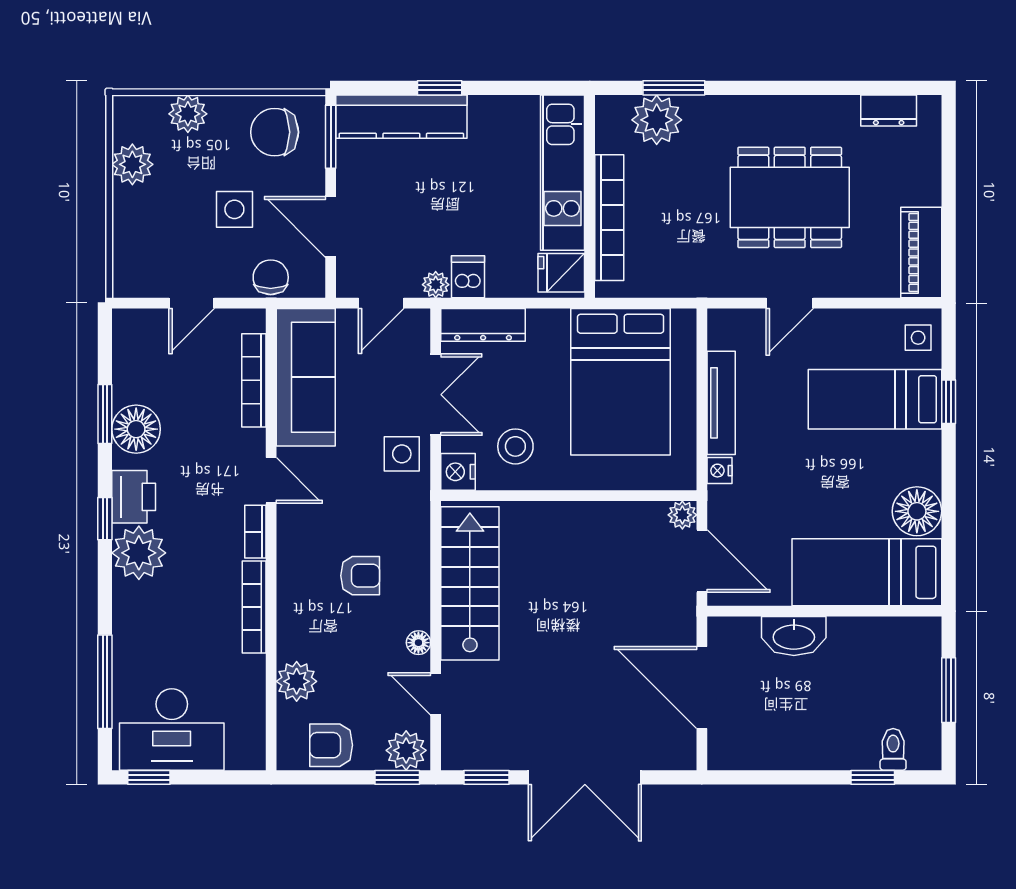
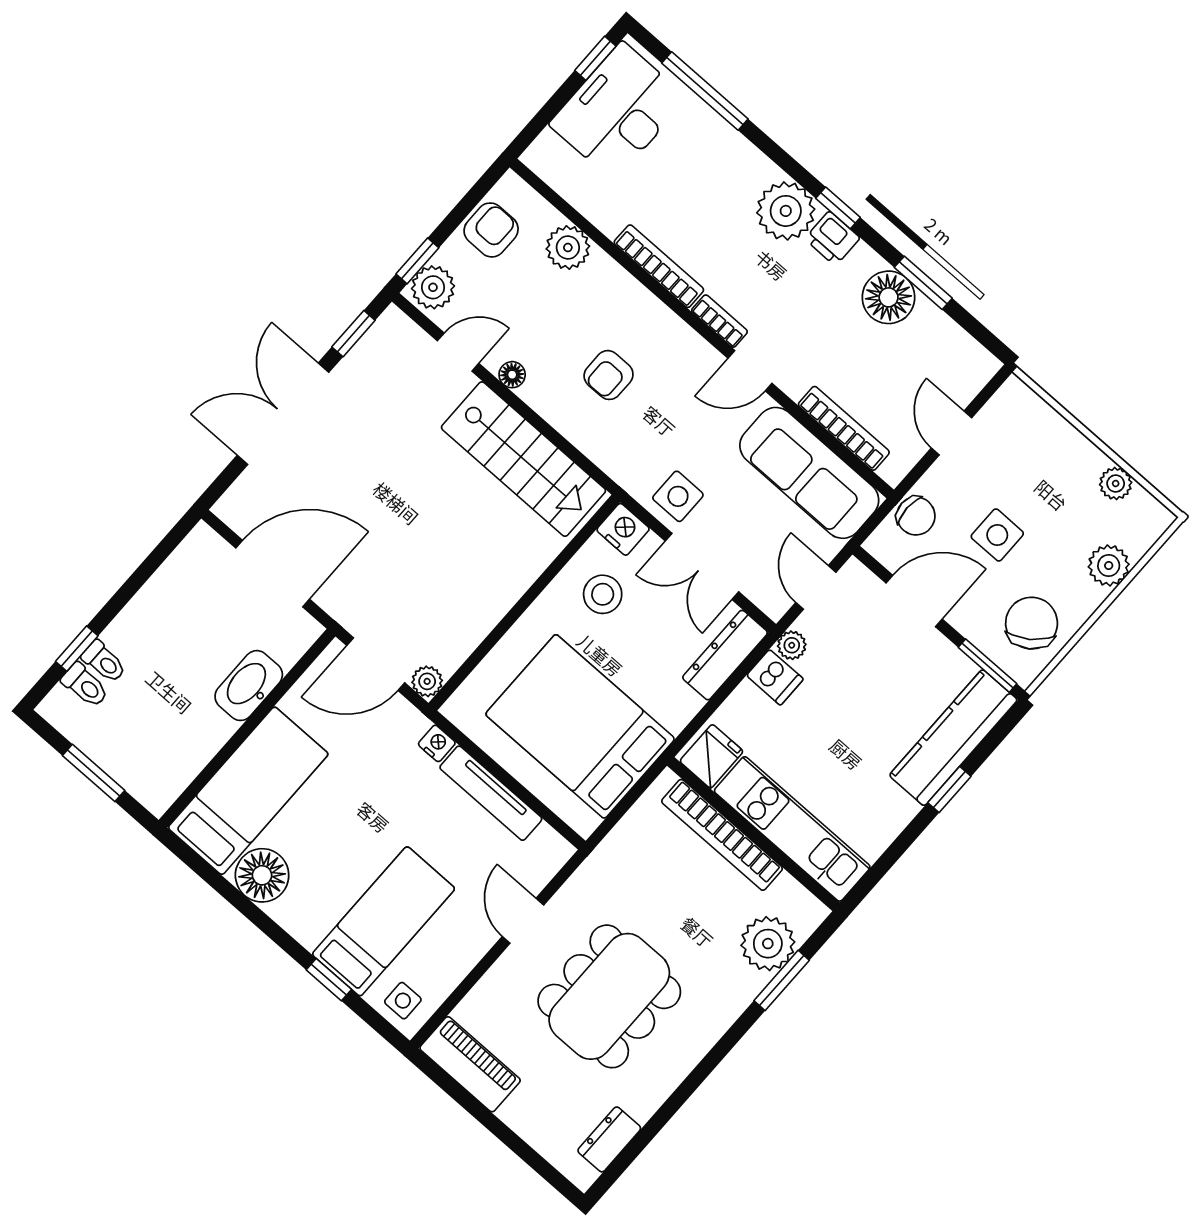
chair: (275, 132) -> (1032, 623), turned -36
plant: (132, 164) -> (1116, 484), width x0.73, depth x0.73
printer: (134, 497) -> (832, 238), width x0.73, depth x0.81
toilet: (865, 751) -> (104, 662), added

